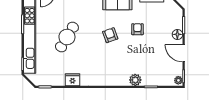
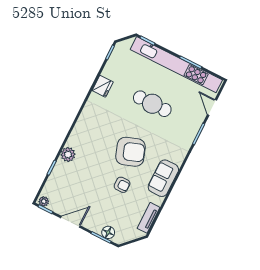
floor lamp: (177, 34) -> (108, 232), moved
armchair: (110, 35) -> (131, 152), width x1.88, depth x1.88
cafe table: (67, 37) -> (152, 104), turned -31

